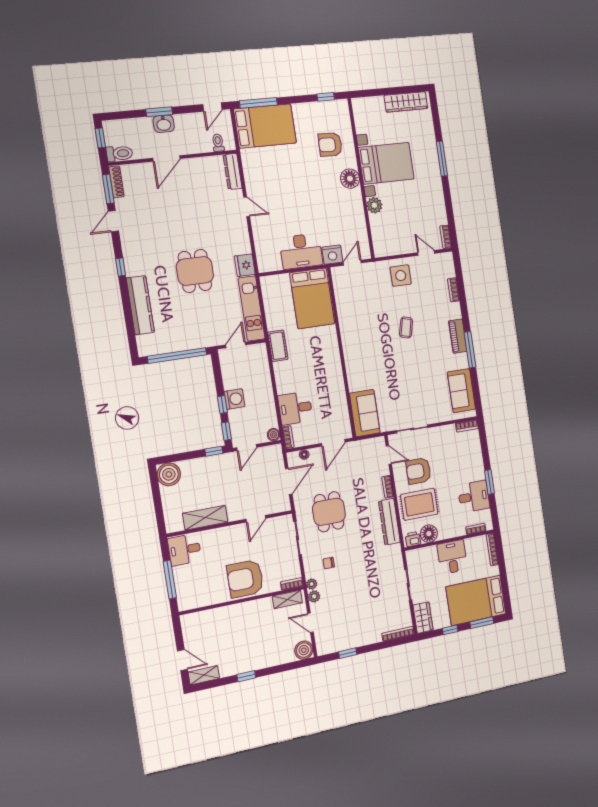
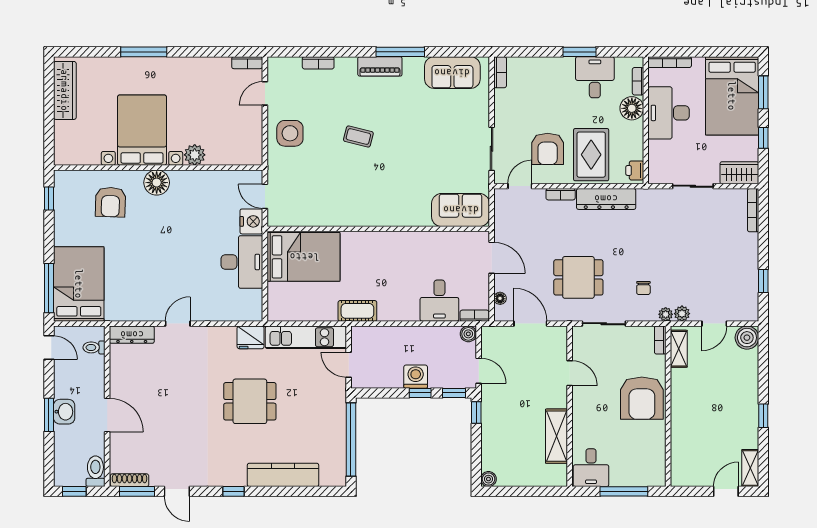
boiler: (169, 474) -> (488, 479), width x0.54, depth x0.54
floor lamp: (429, 534) -> (632, 108), moved
desk: (452, 557) -> (669, 113), width x1.37

